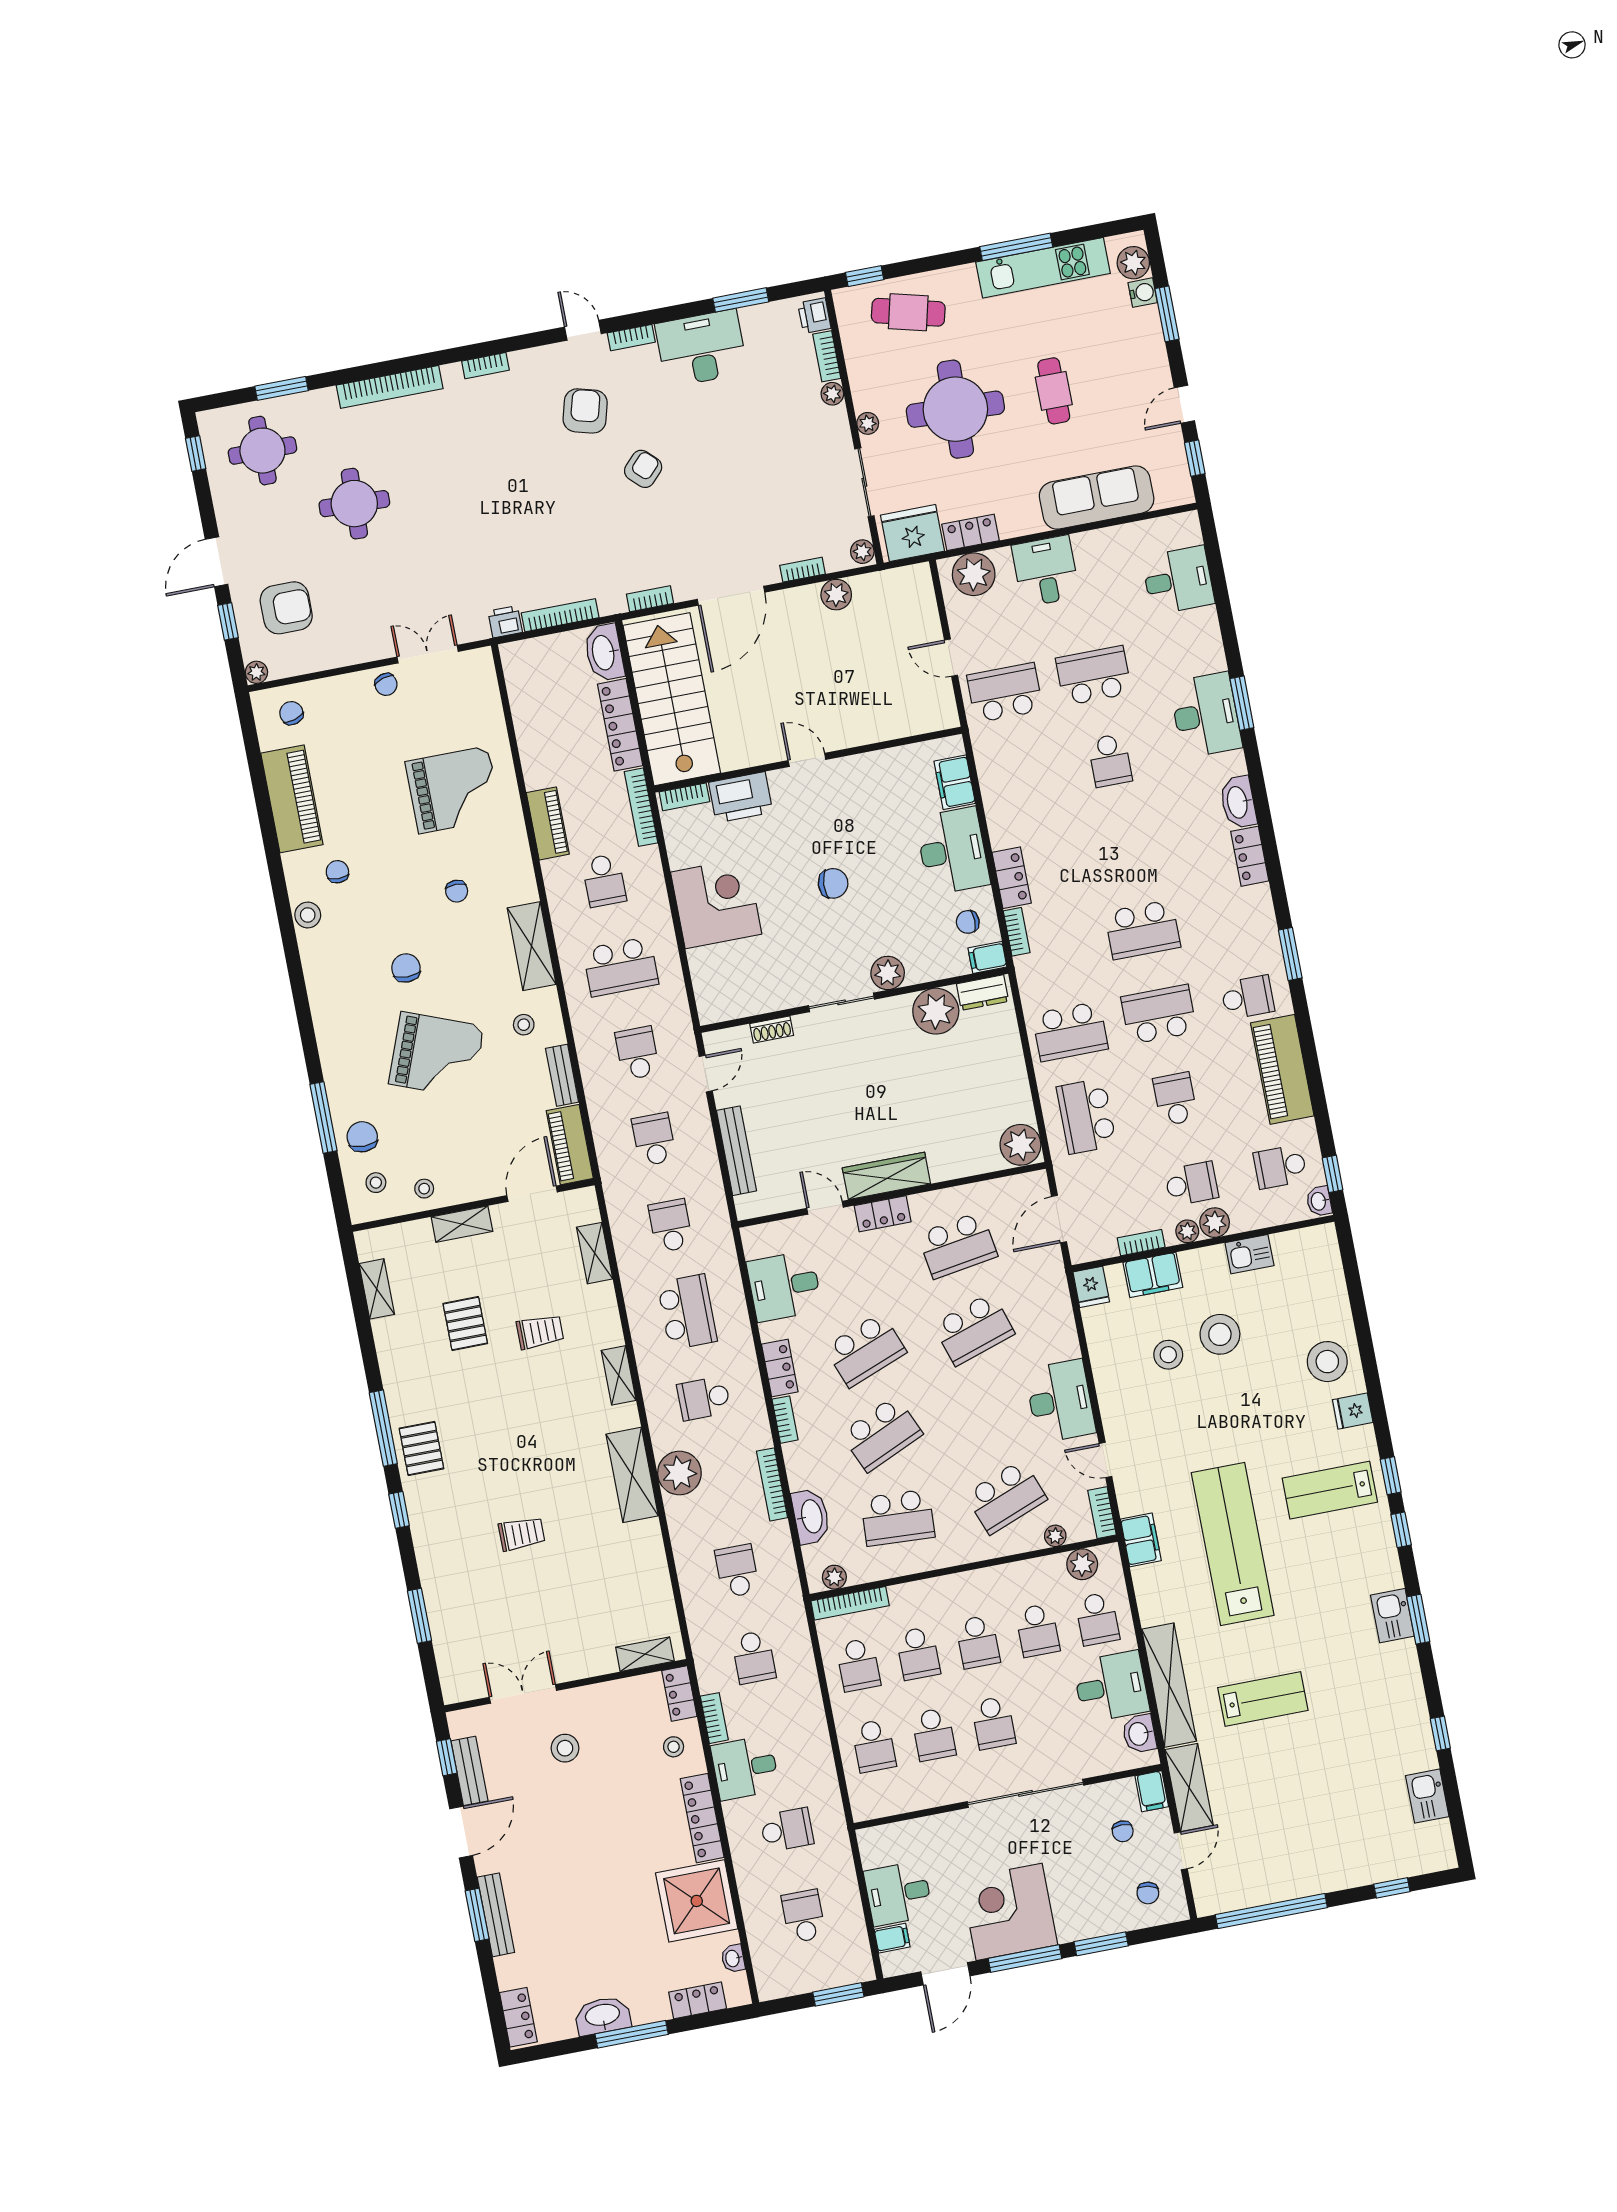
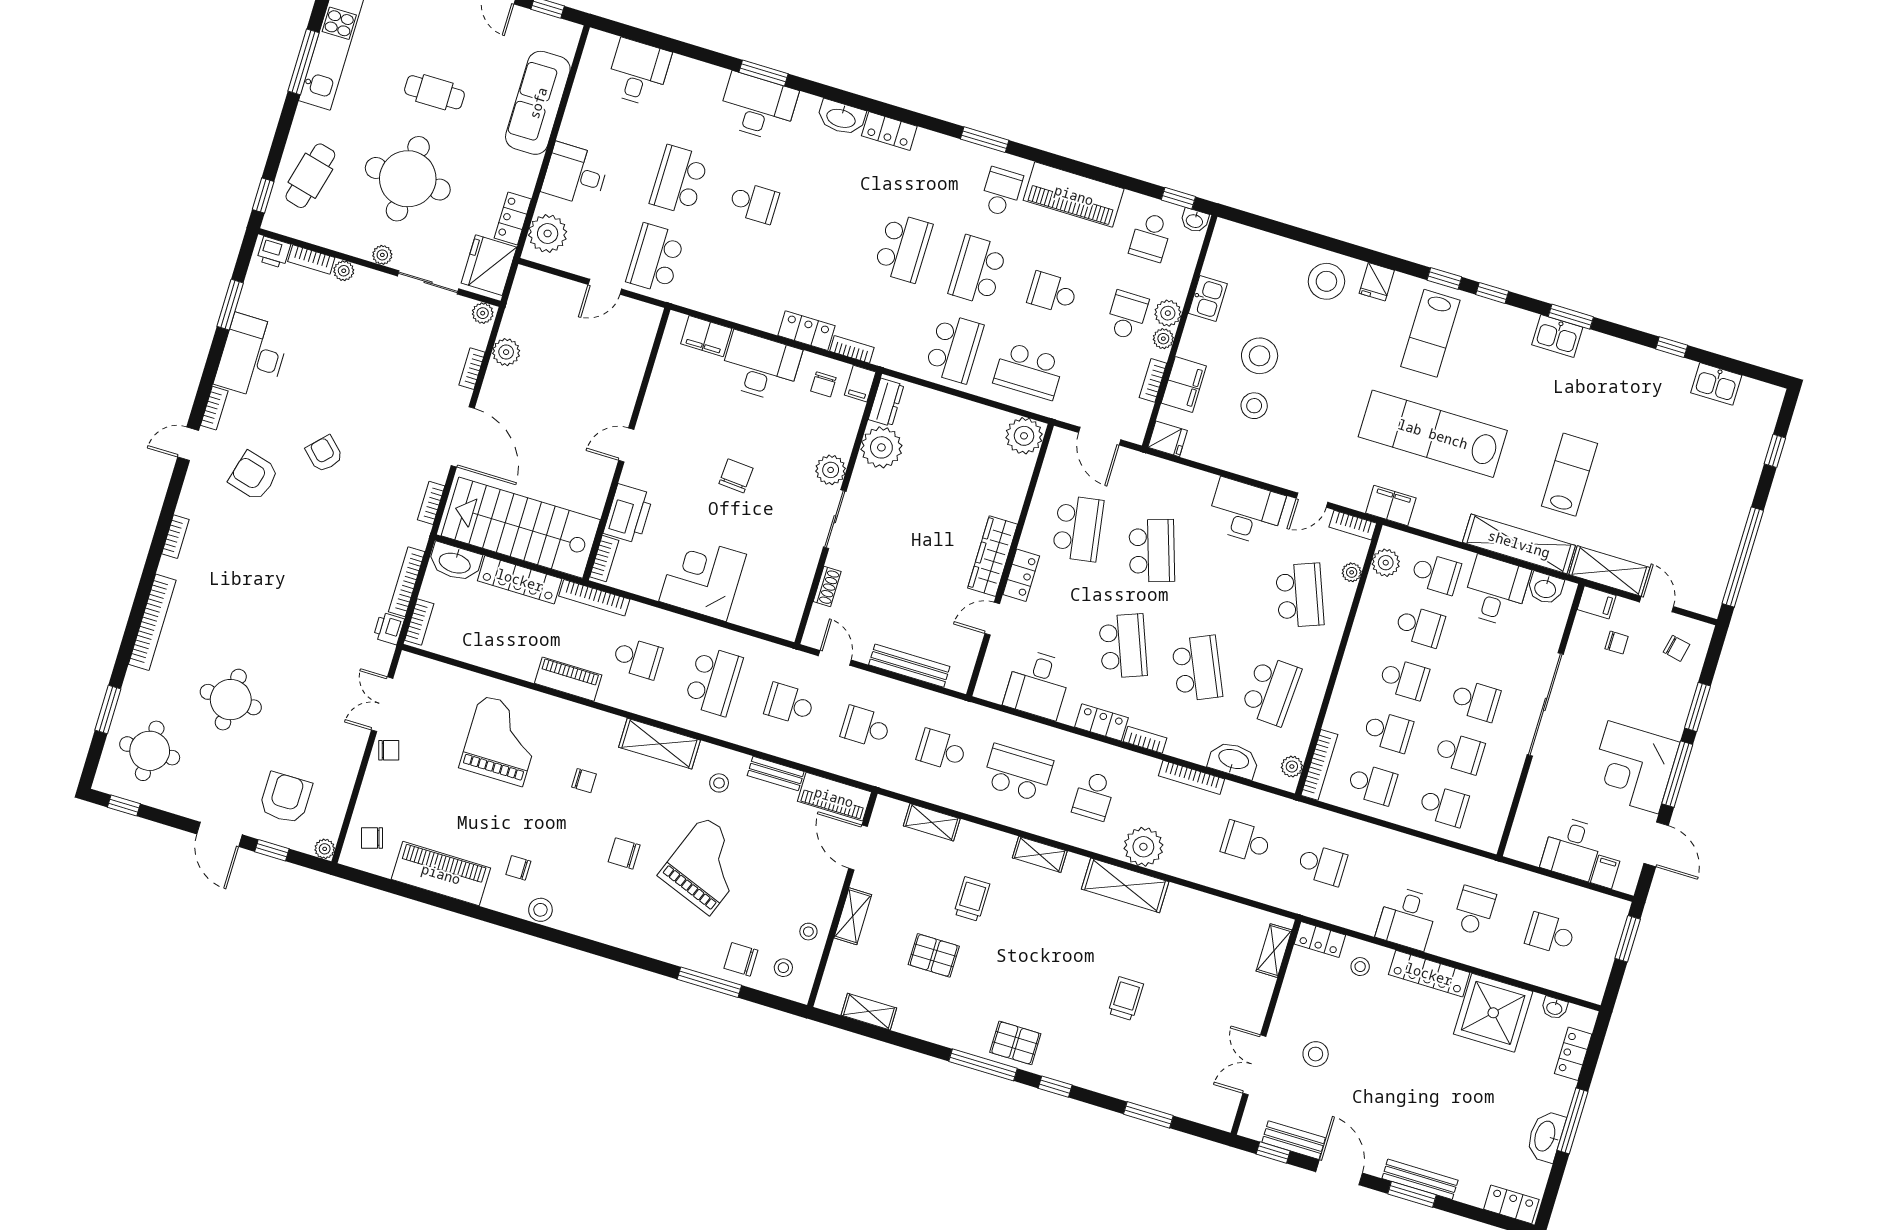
bookcase: (714, 1718) -> (419, 622), moved, turned 90

